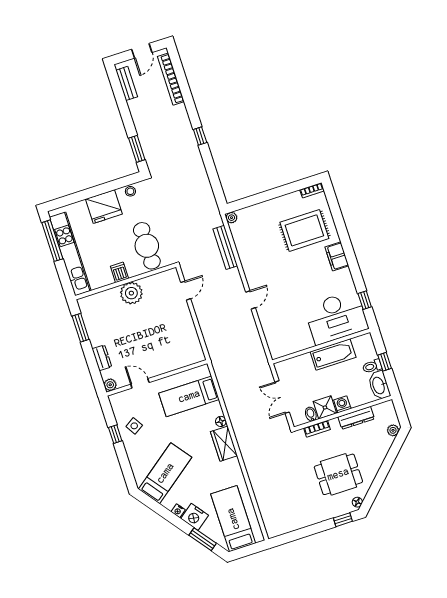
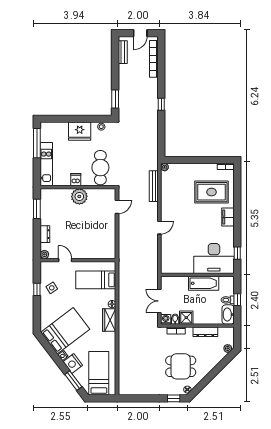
kitchen unit: (70, 254) -> (46, 164), width x0.73
washing machine: (342, 404) -> (166, 319), moved
bed: (165, 473) -> (65, 331), width x1.50

